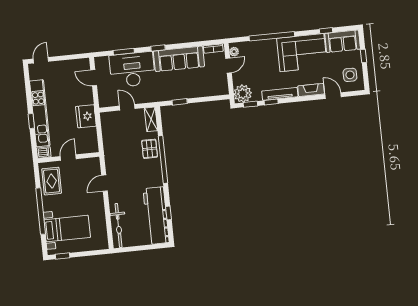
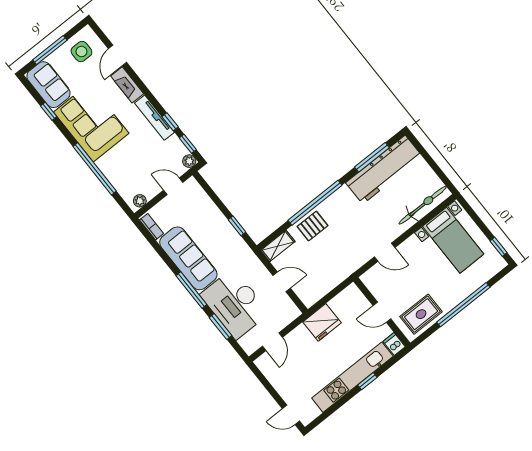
window: (158, 48) -> (191, 290), width x2.17
window: (364, 56) -> (50, 50), width x2.17
door: (228, 66) -> (173, 186), moved
plant: (243, 94) -> (189, 161), width x0.53, depth x0.53
door: (127, 107) -> (282, 282), swing flipped
window: (168, 213) -> (372, 157), width x2.17
bed with nightstands: (67, 229) -> (453, 240), moved, turned 180

